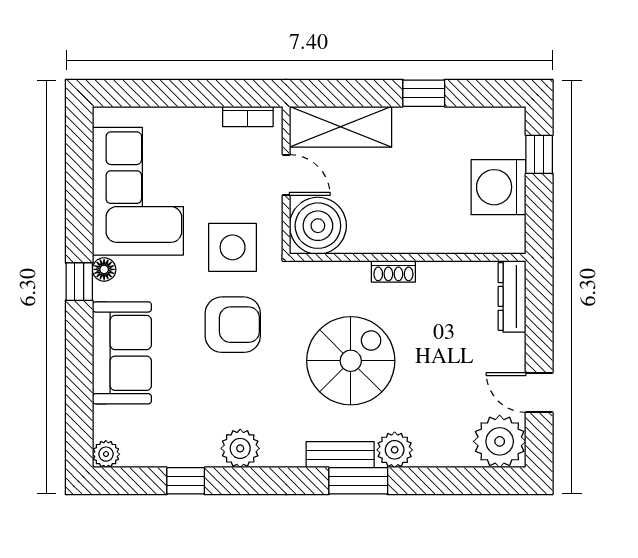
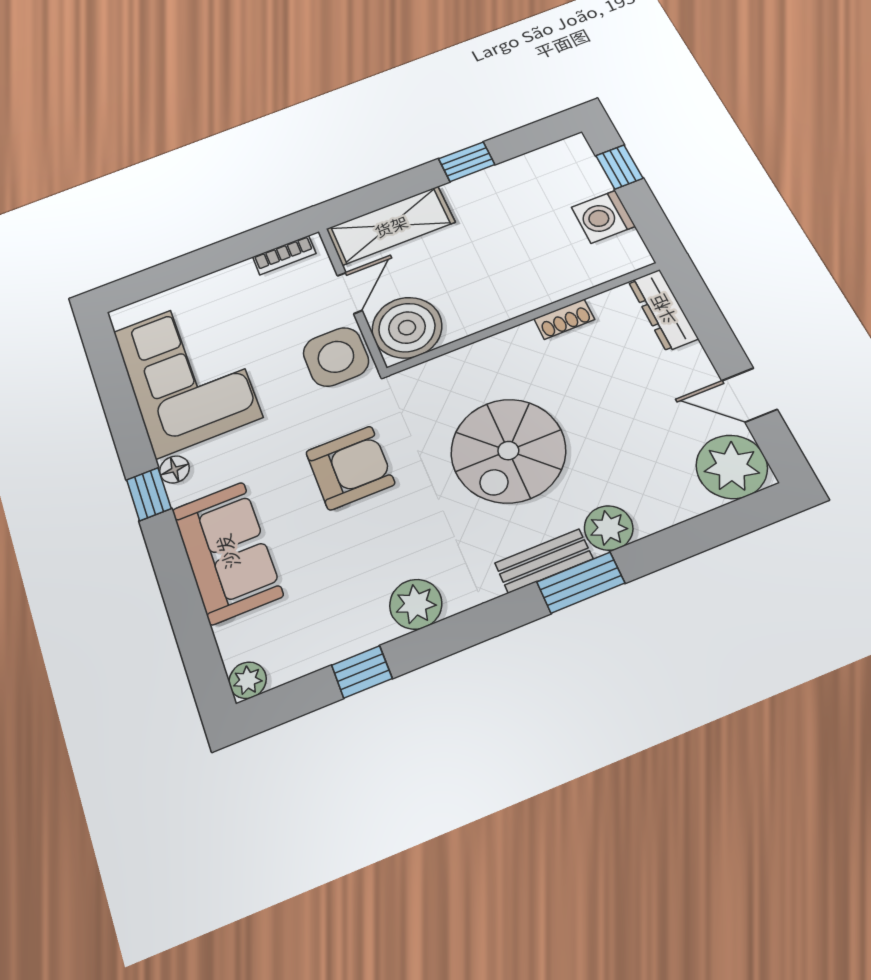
door: (286, 175) -> (350, 293), hinge flipped
washing machine: (498, 187) -> (603, 217), width x0.73, depth x0.73
side table: (233, 247) -> (336, 357), moved
shoe rack: (393, 271) -> (564, 319), moved
spiral stairs: (351, 361) -> (508, 451), turned 180

